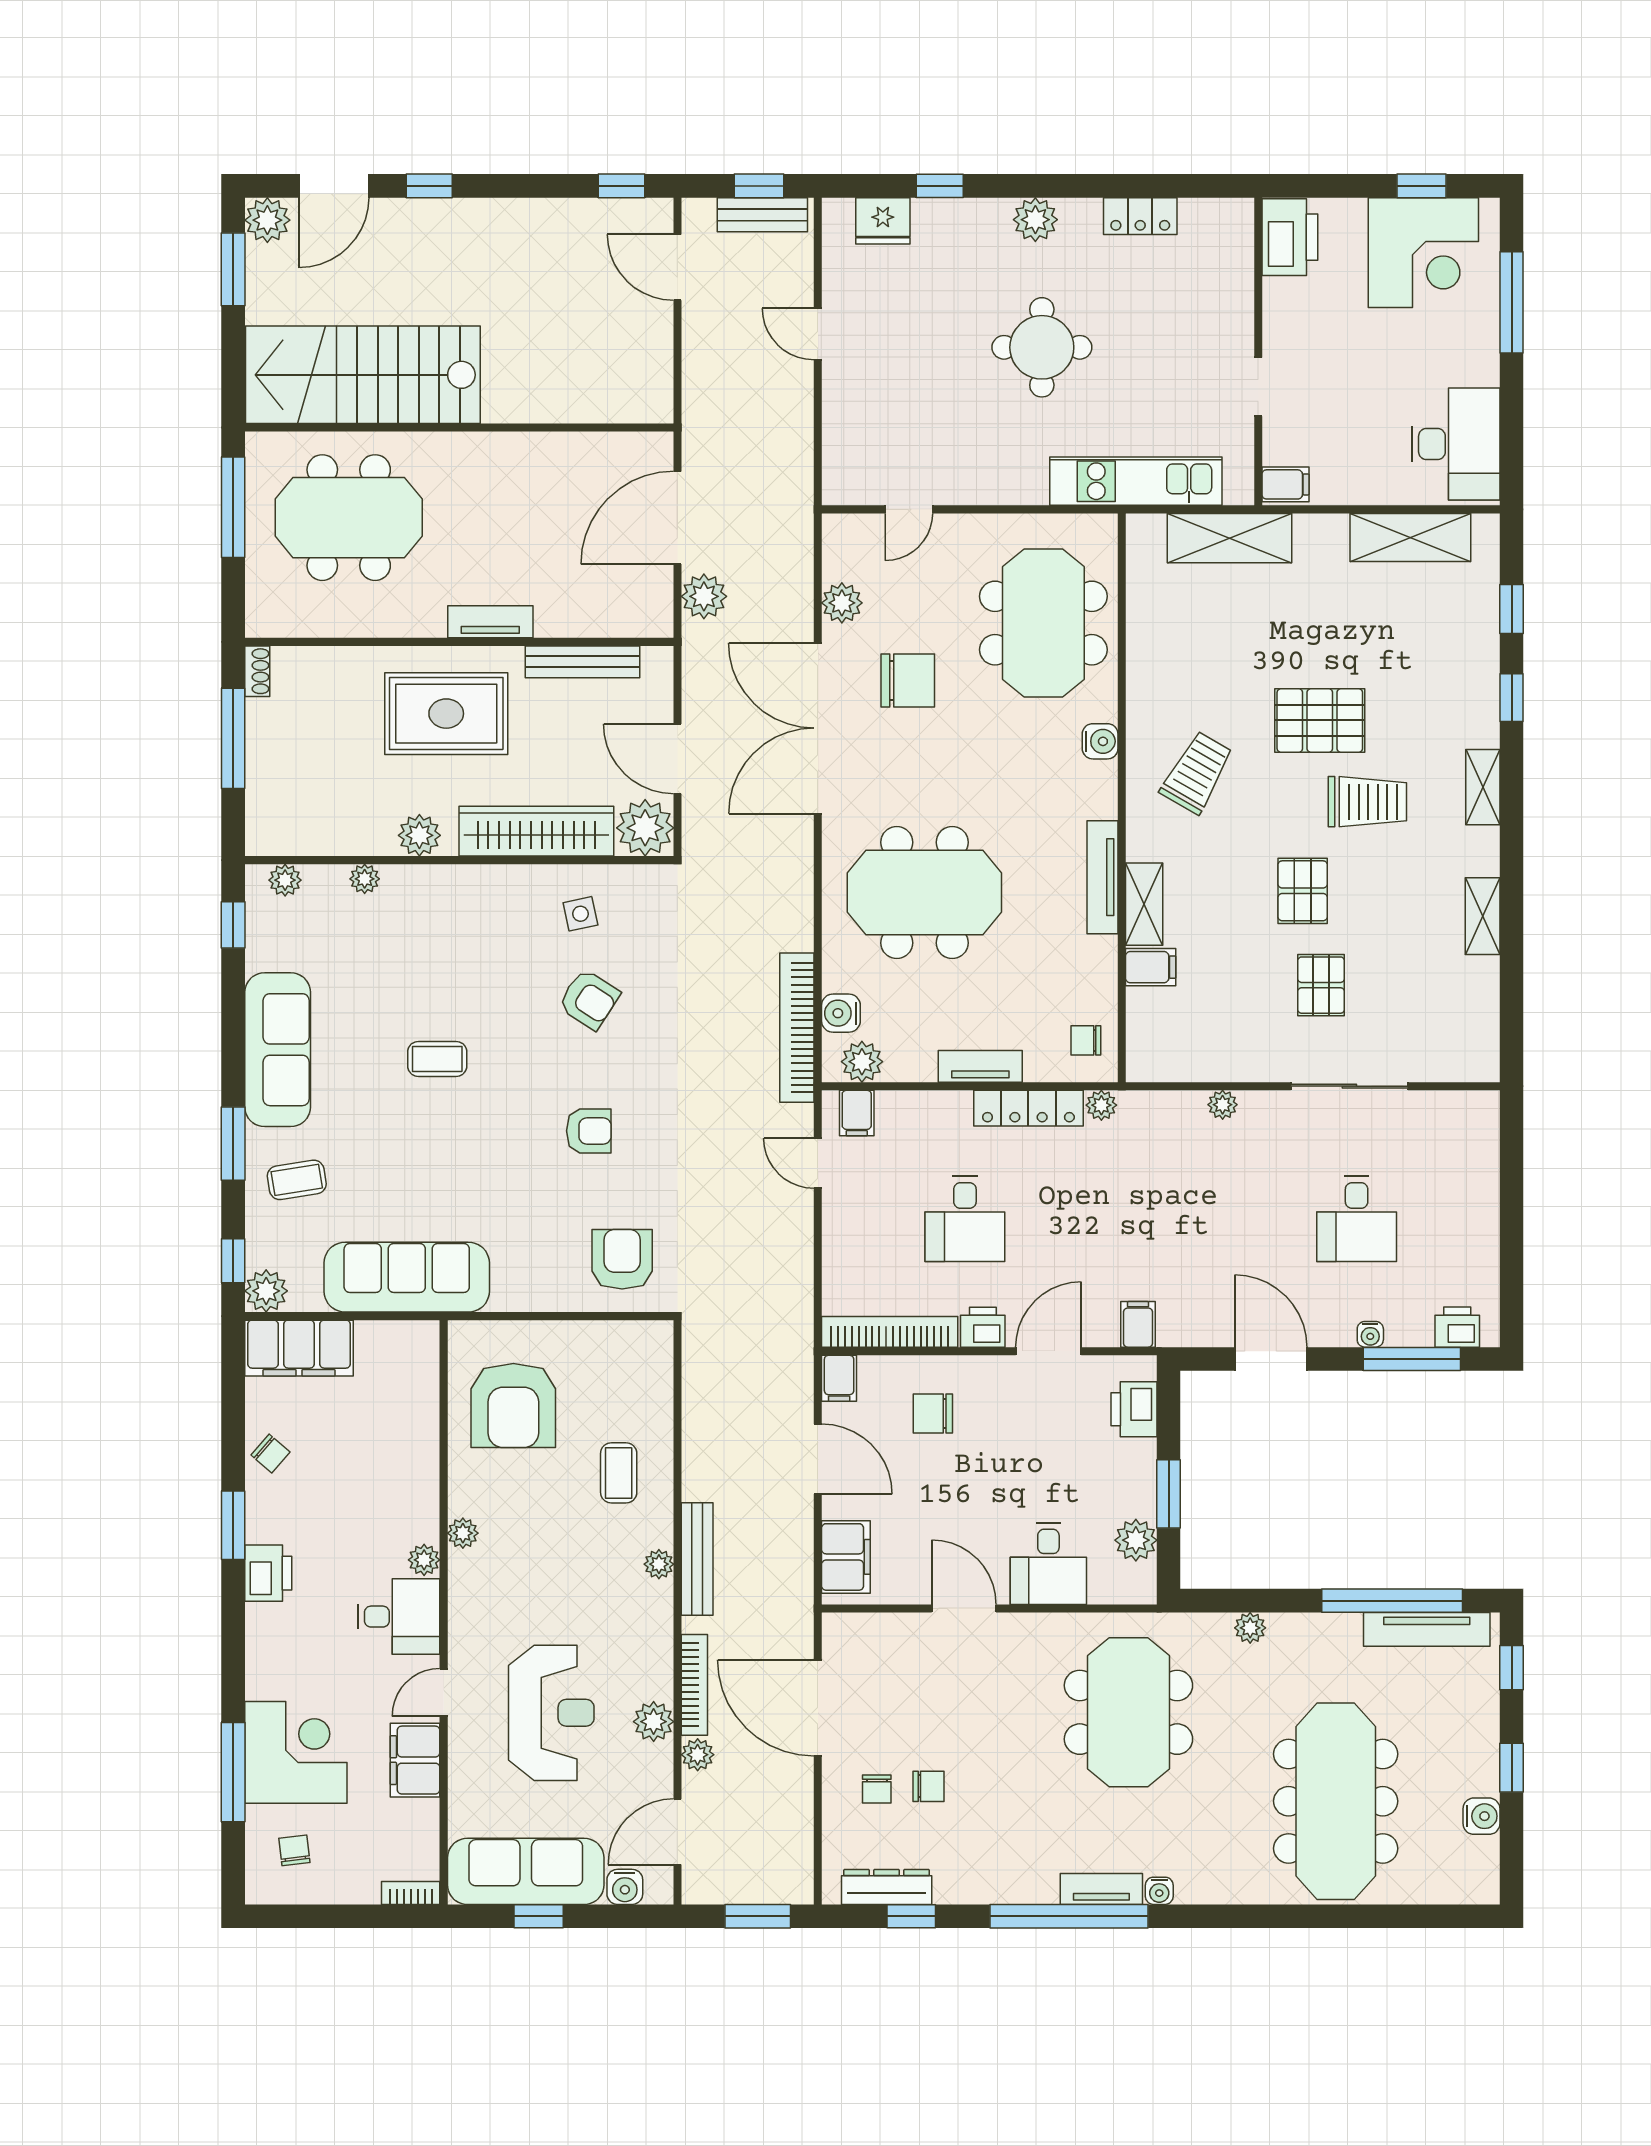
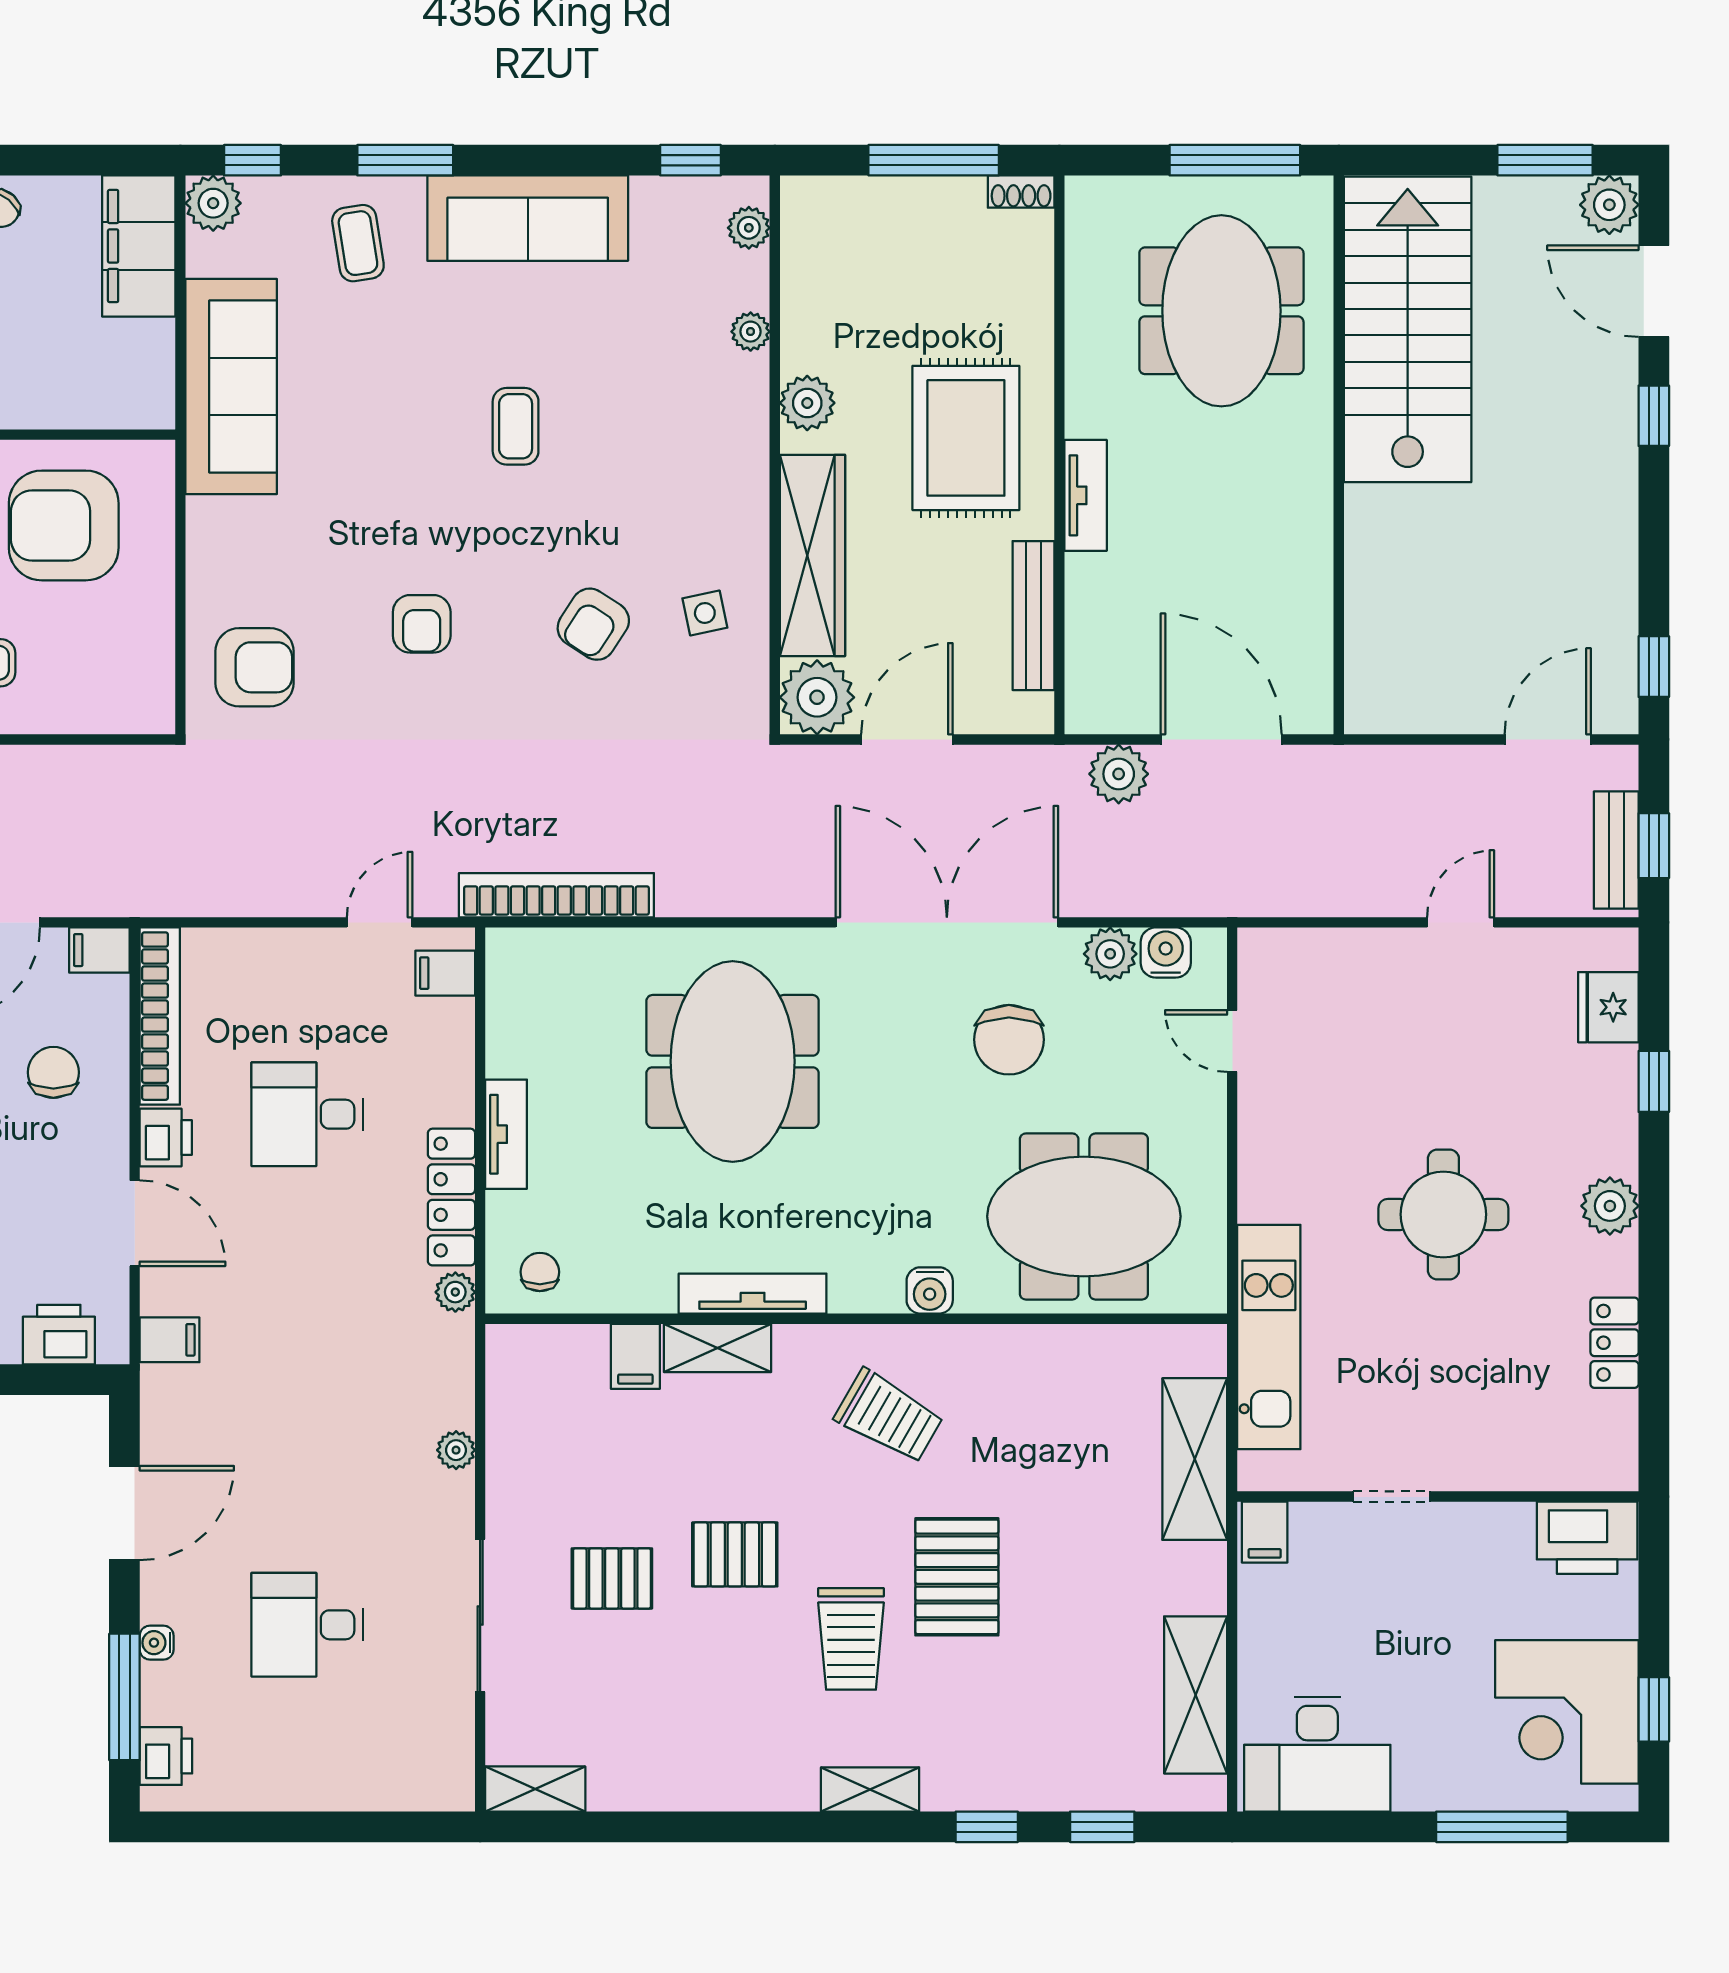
shelving: (1483, 916) -> (535, 1789), moved
water cooler: (841, 1013) -> (1166, 953), moved
plant: (862, 1062) -> (512, 980), removed

